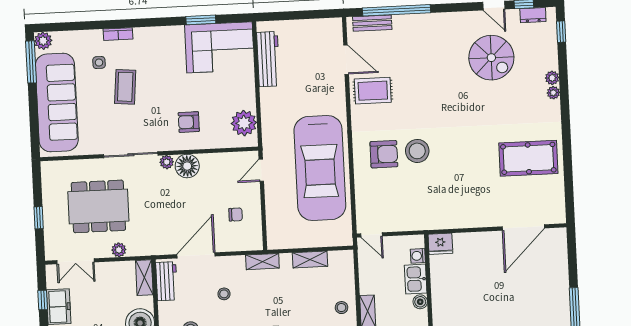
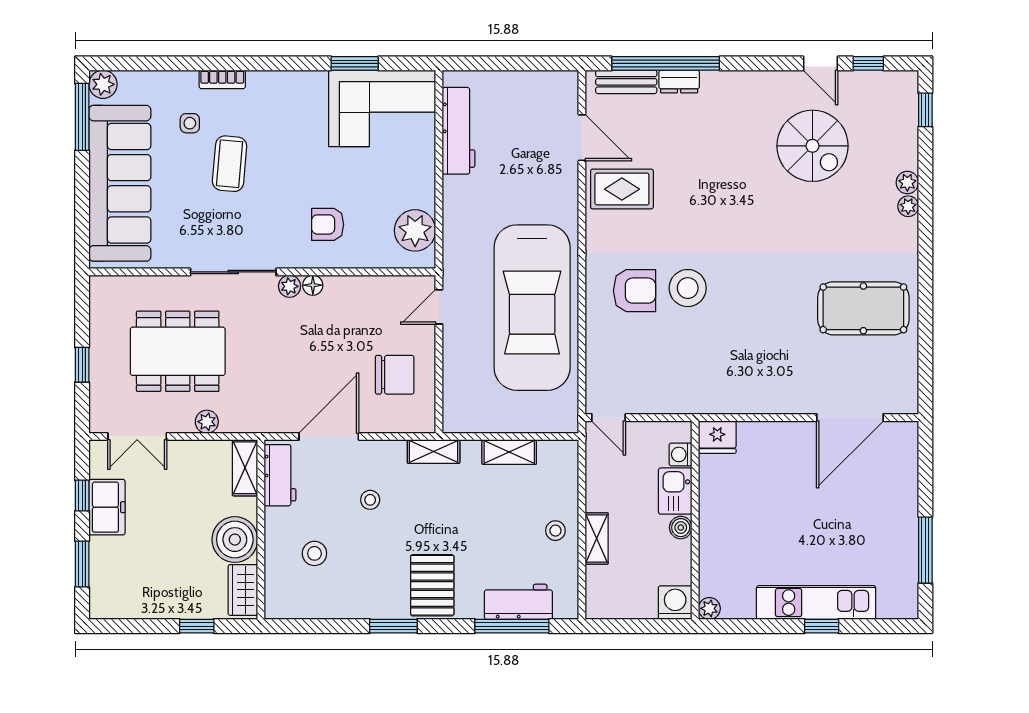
dresser: (533, 15) -> (679, 82), moved
floor lamp: (187, 166) -> (313, 285), width x0.53, depth x0.53
chair: (236, 214) -> (395, 375), width x1.87, depth x1.87

